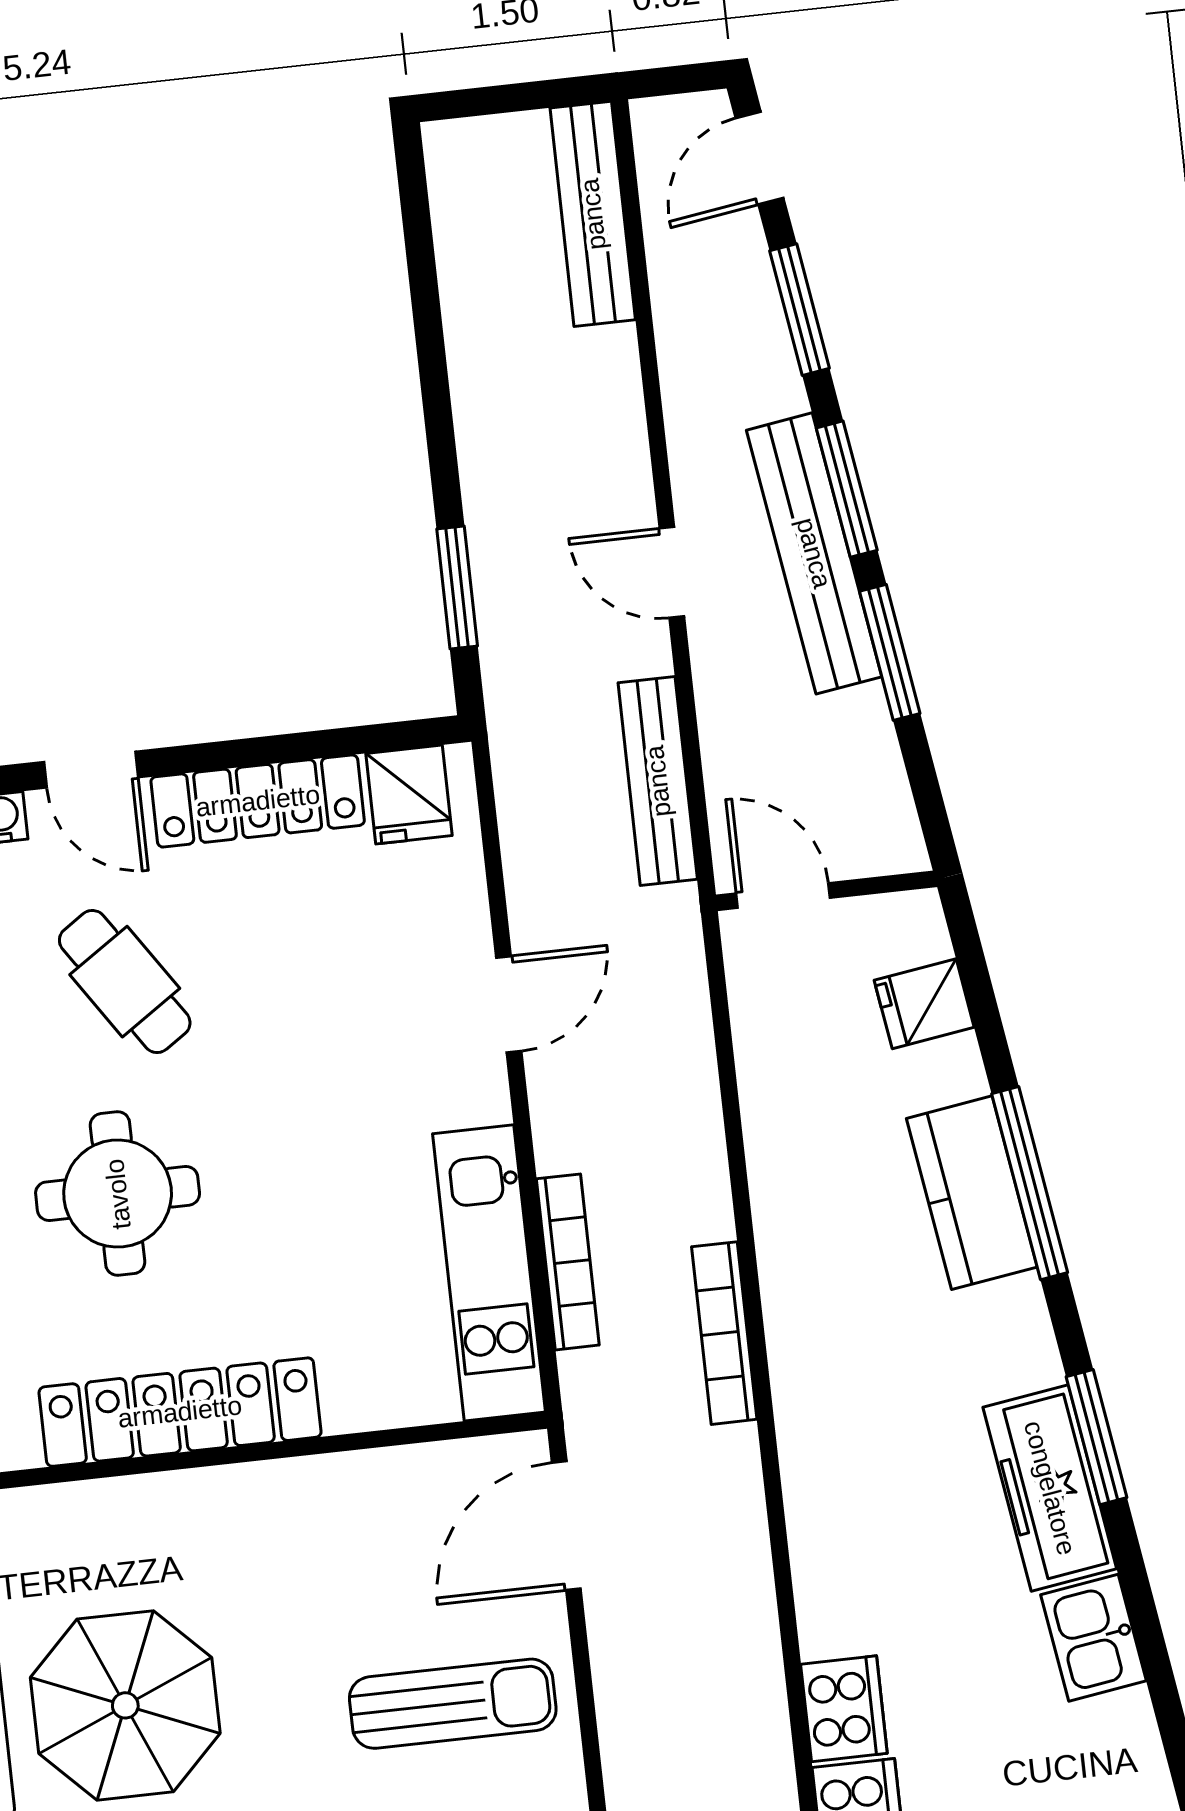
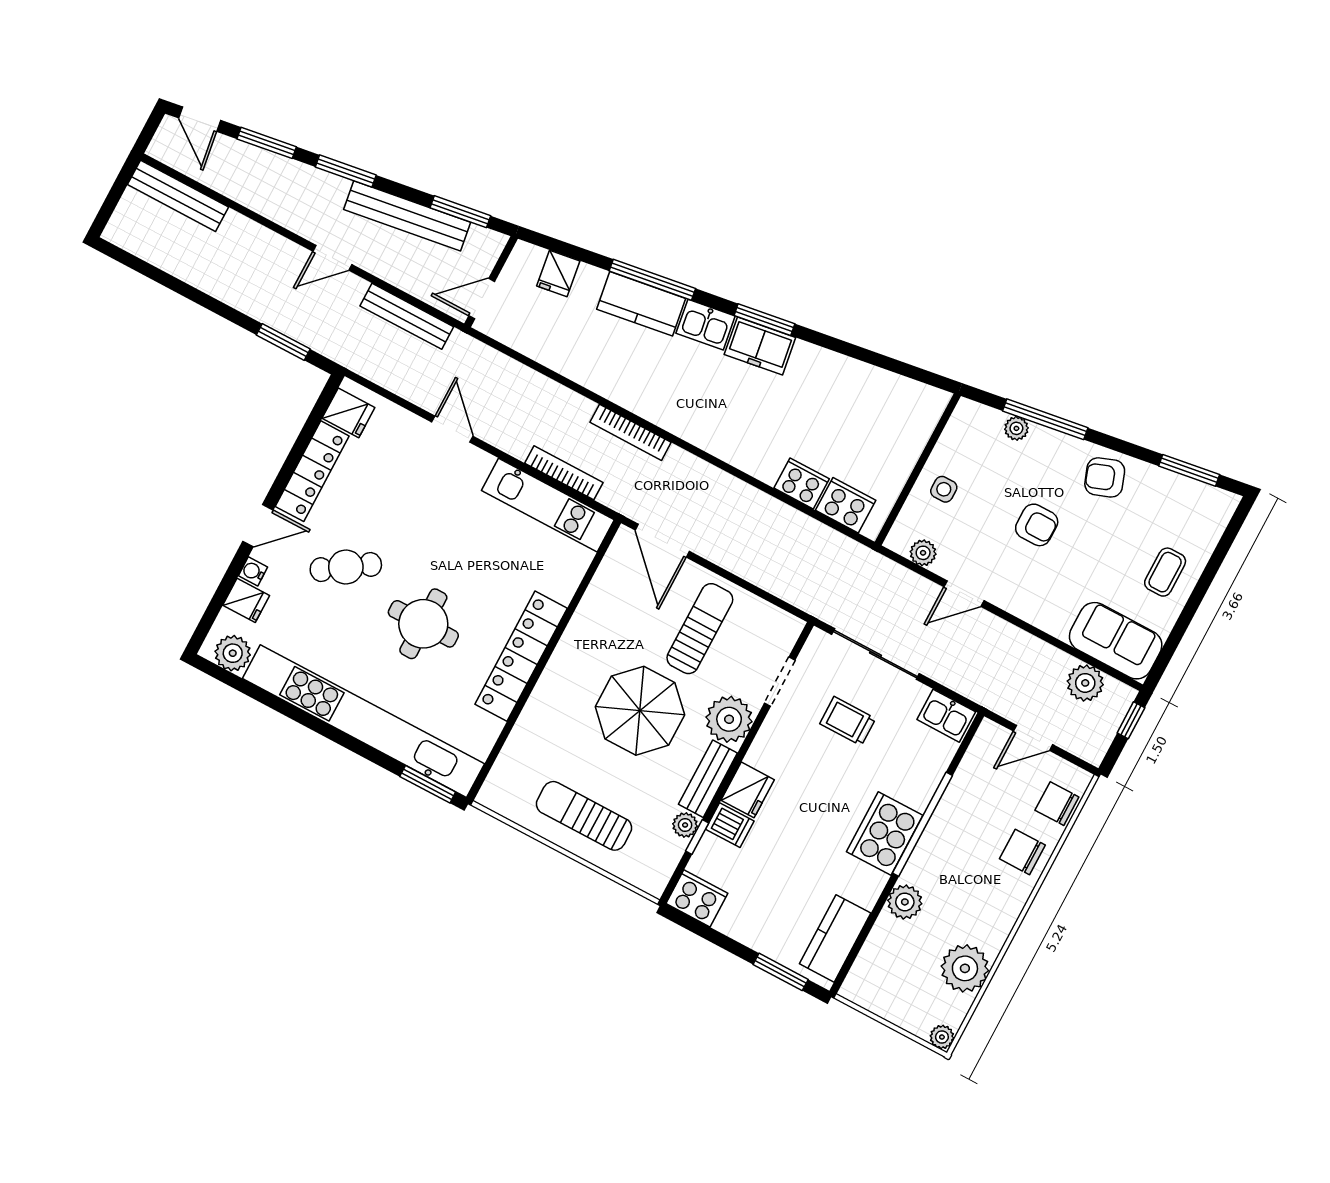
bench: (814, 553) -> (407, 216), moved
window: (890, 652) -> (460, 212), moved
freezer: (1050, 1488) -> (760, 346), width x0.71
kitchen sink: (1094, 1638) -> (706, 325), moved
parasol: (125, 1705) -> (640, 711), moved

